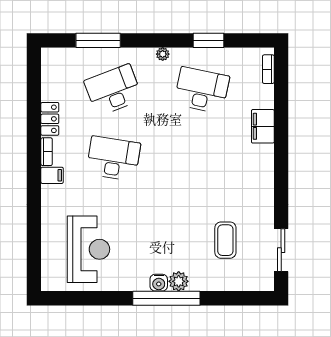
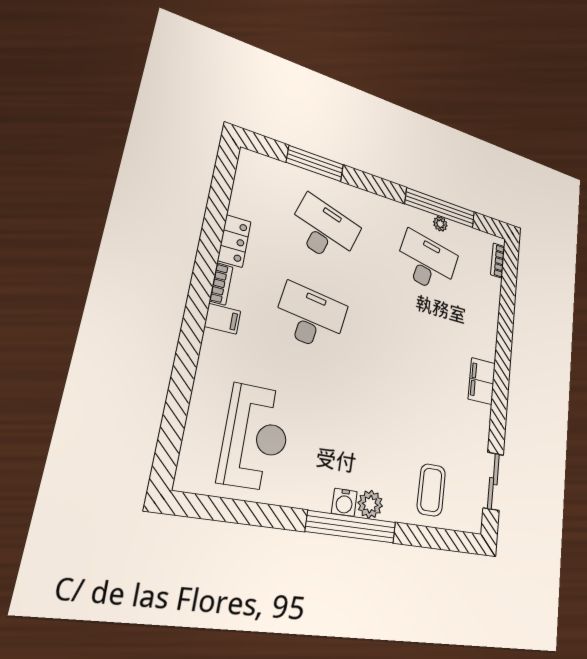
window: (209, 40) -> (440, 208), width x2.11
plant: (163, 54) -> (440, 224), moved
desk: (113, 90) -> (324, 230), turned 39
filing cabinet: (263, 126) -> (482, 381), moved
coffee table: (225, 240) -> (431, 490), moved

